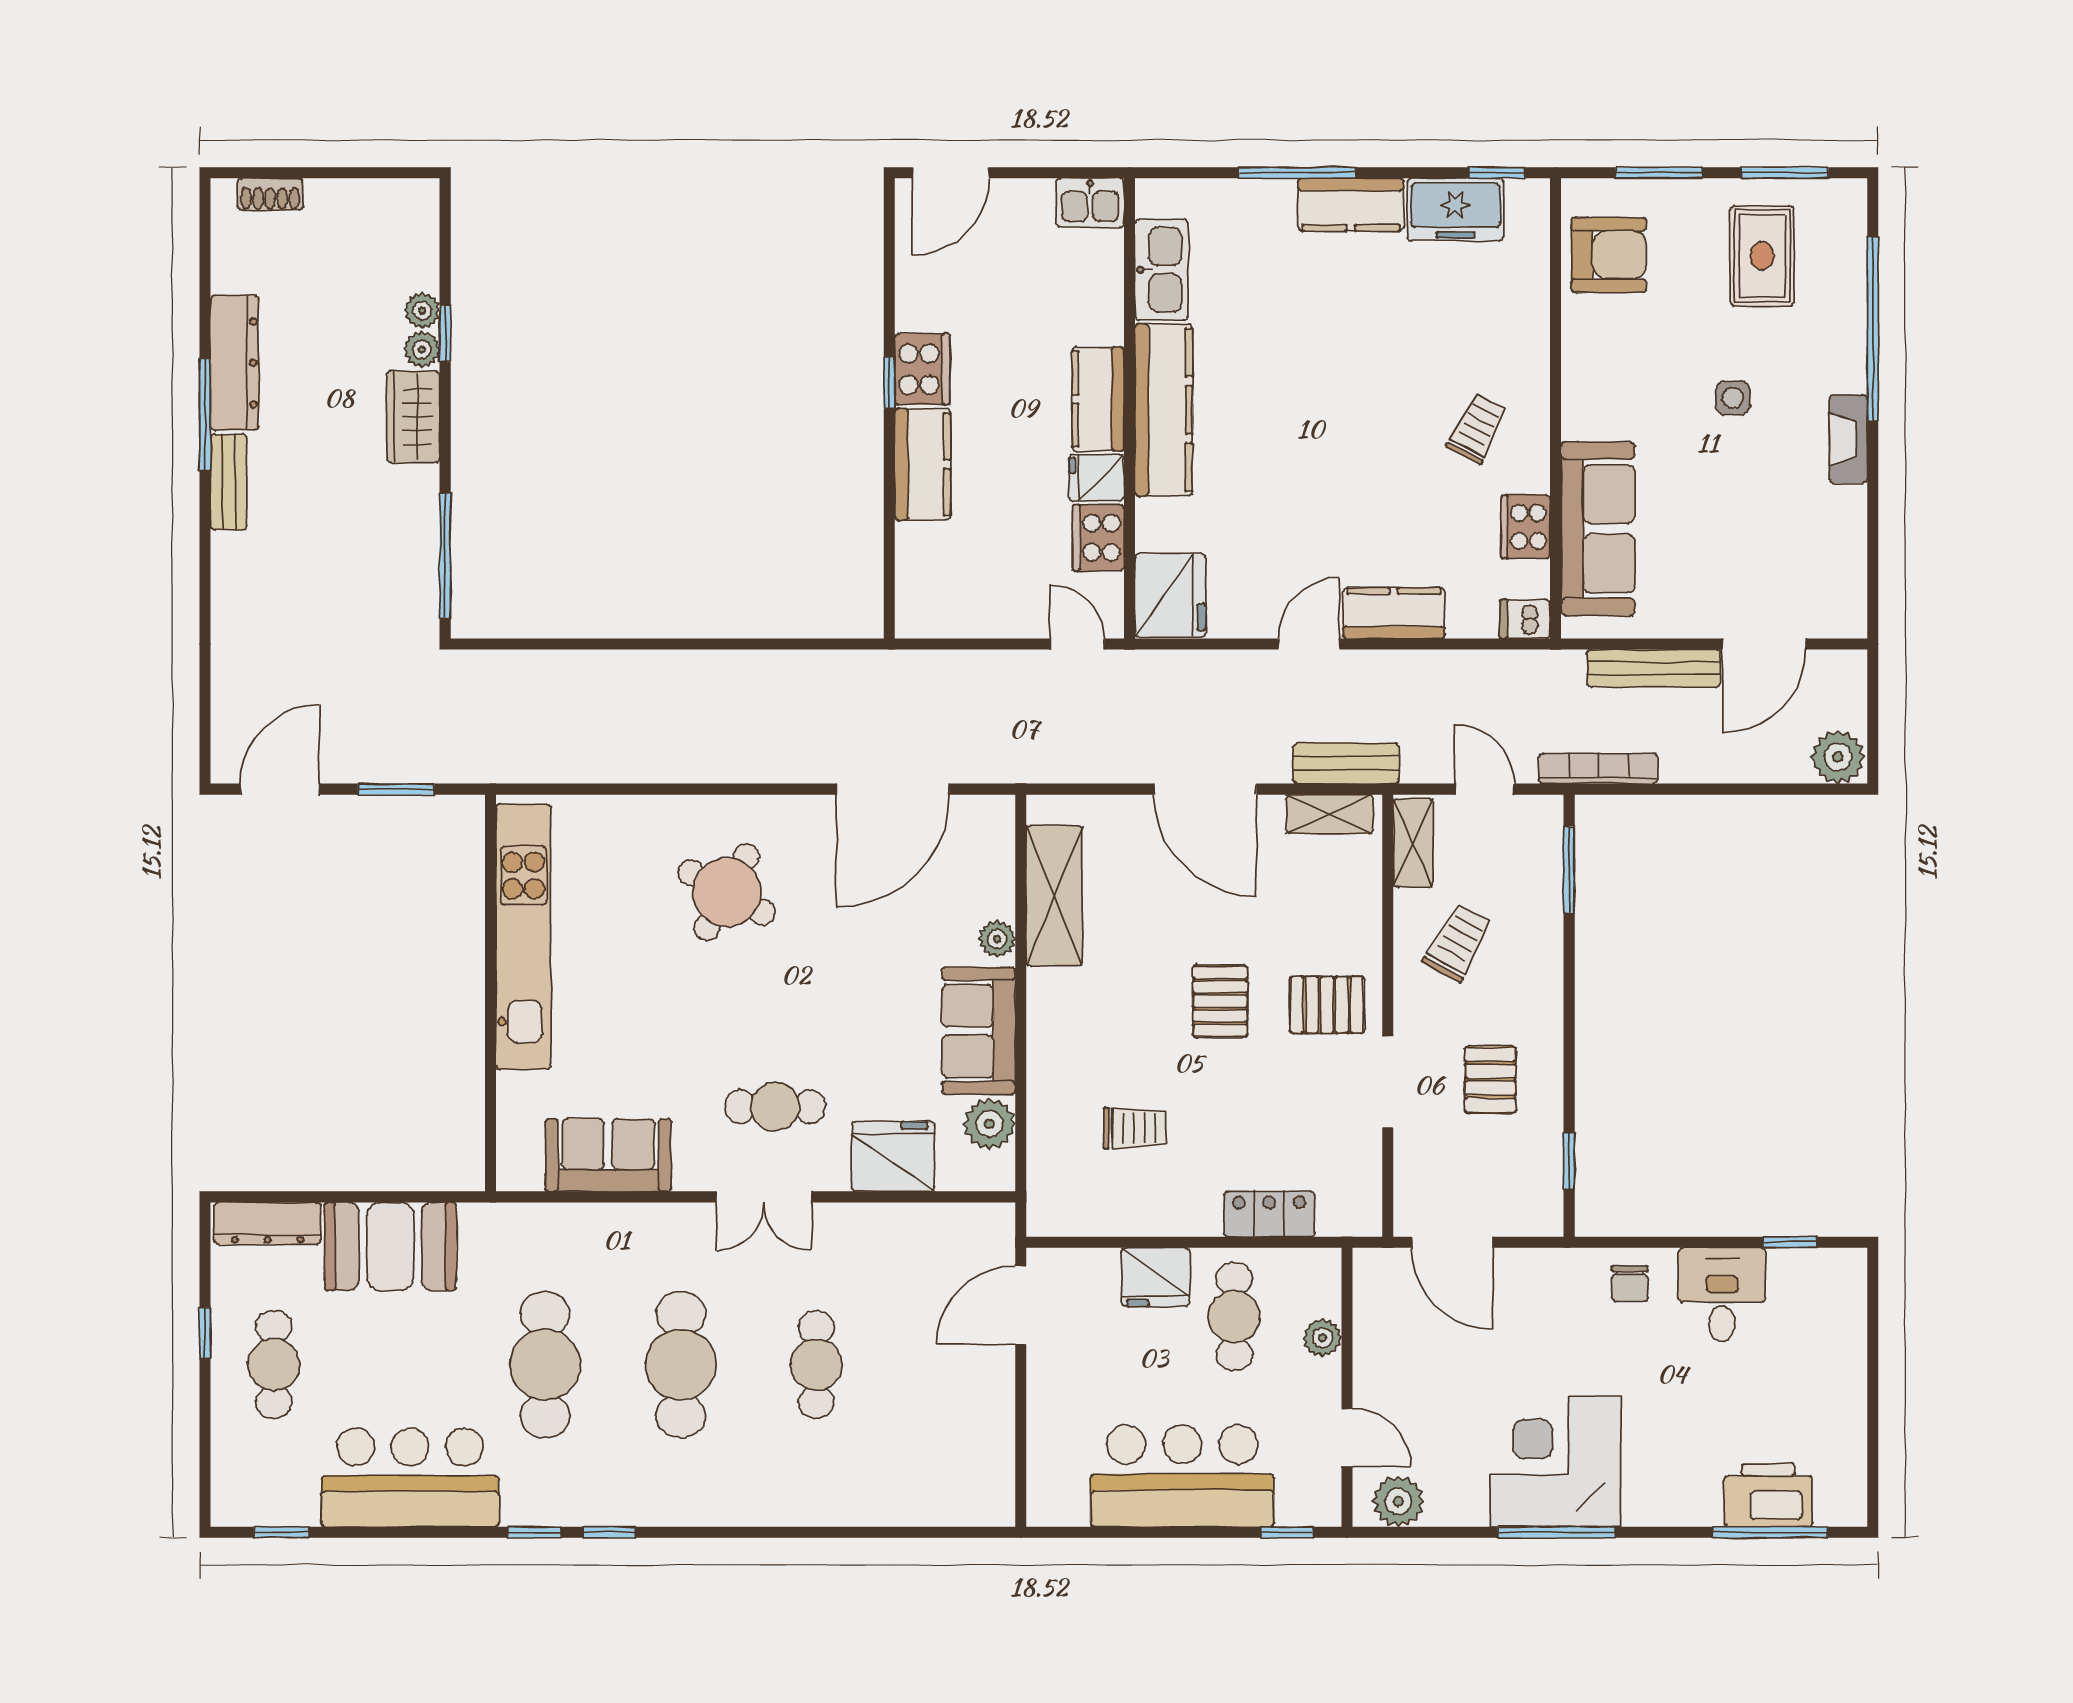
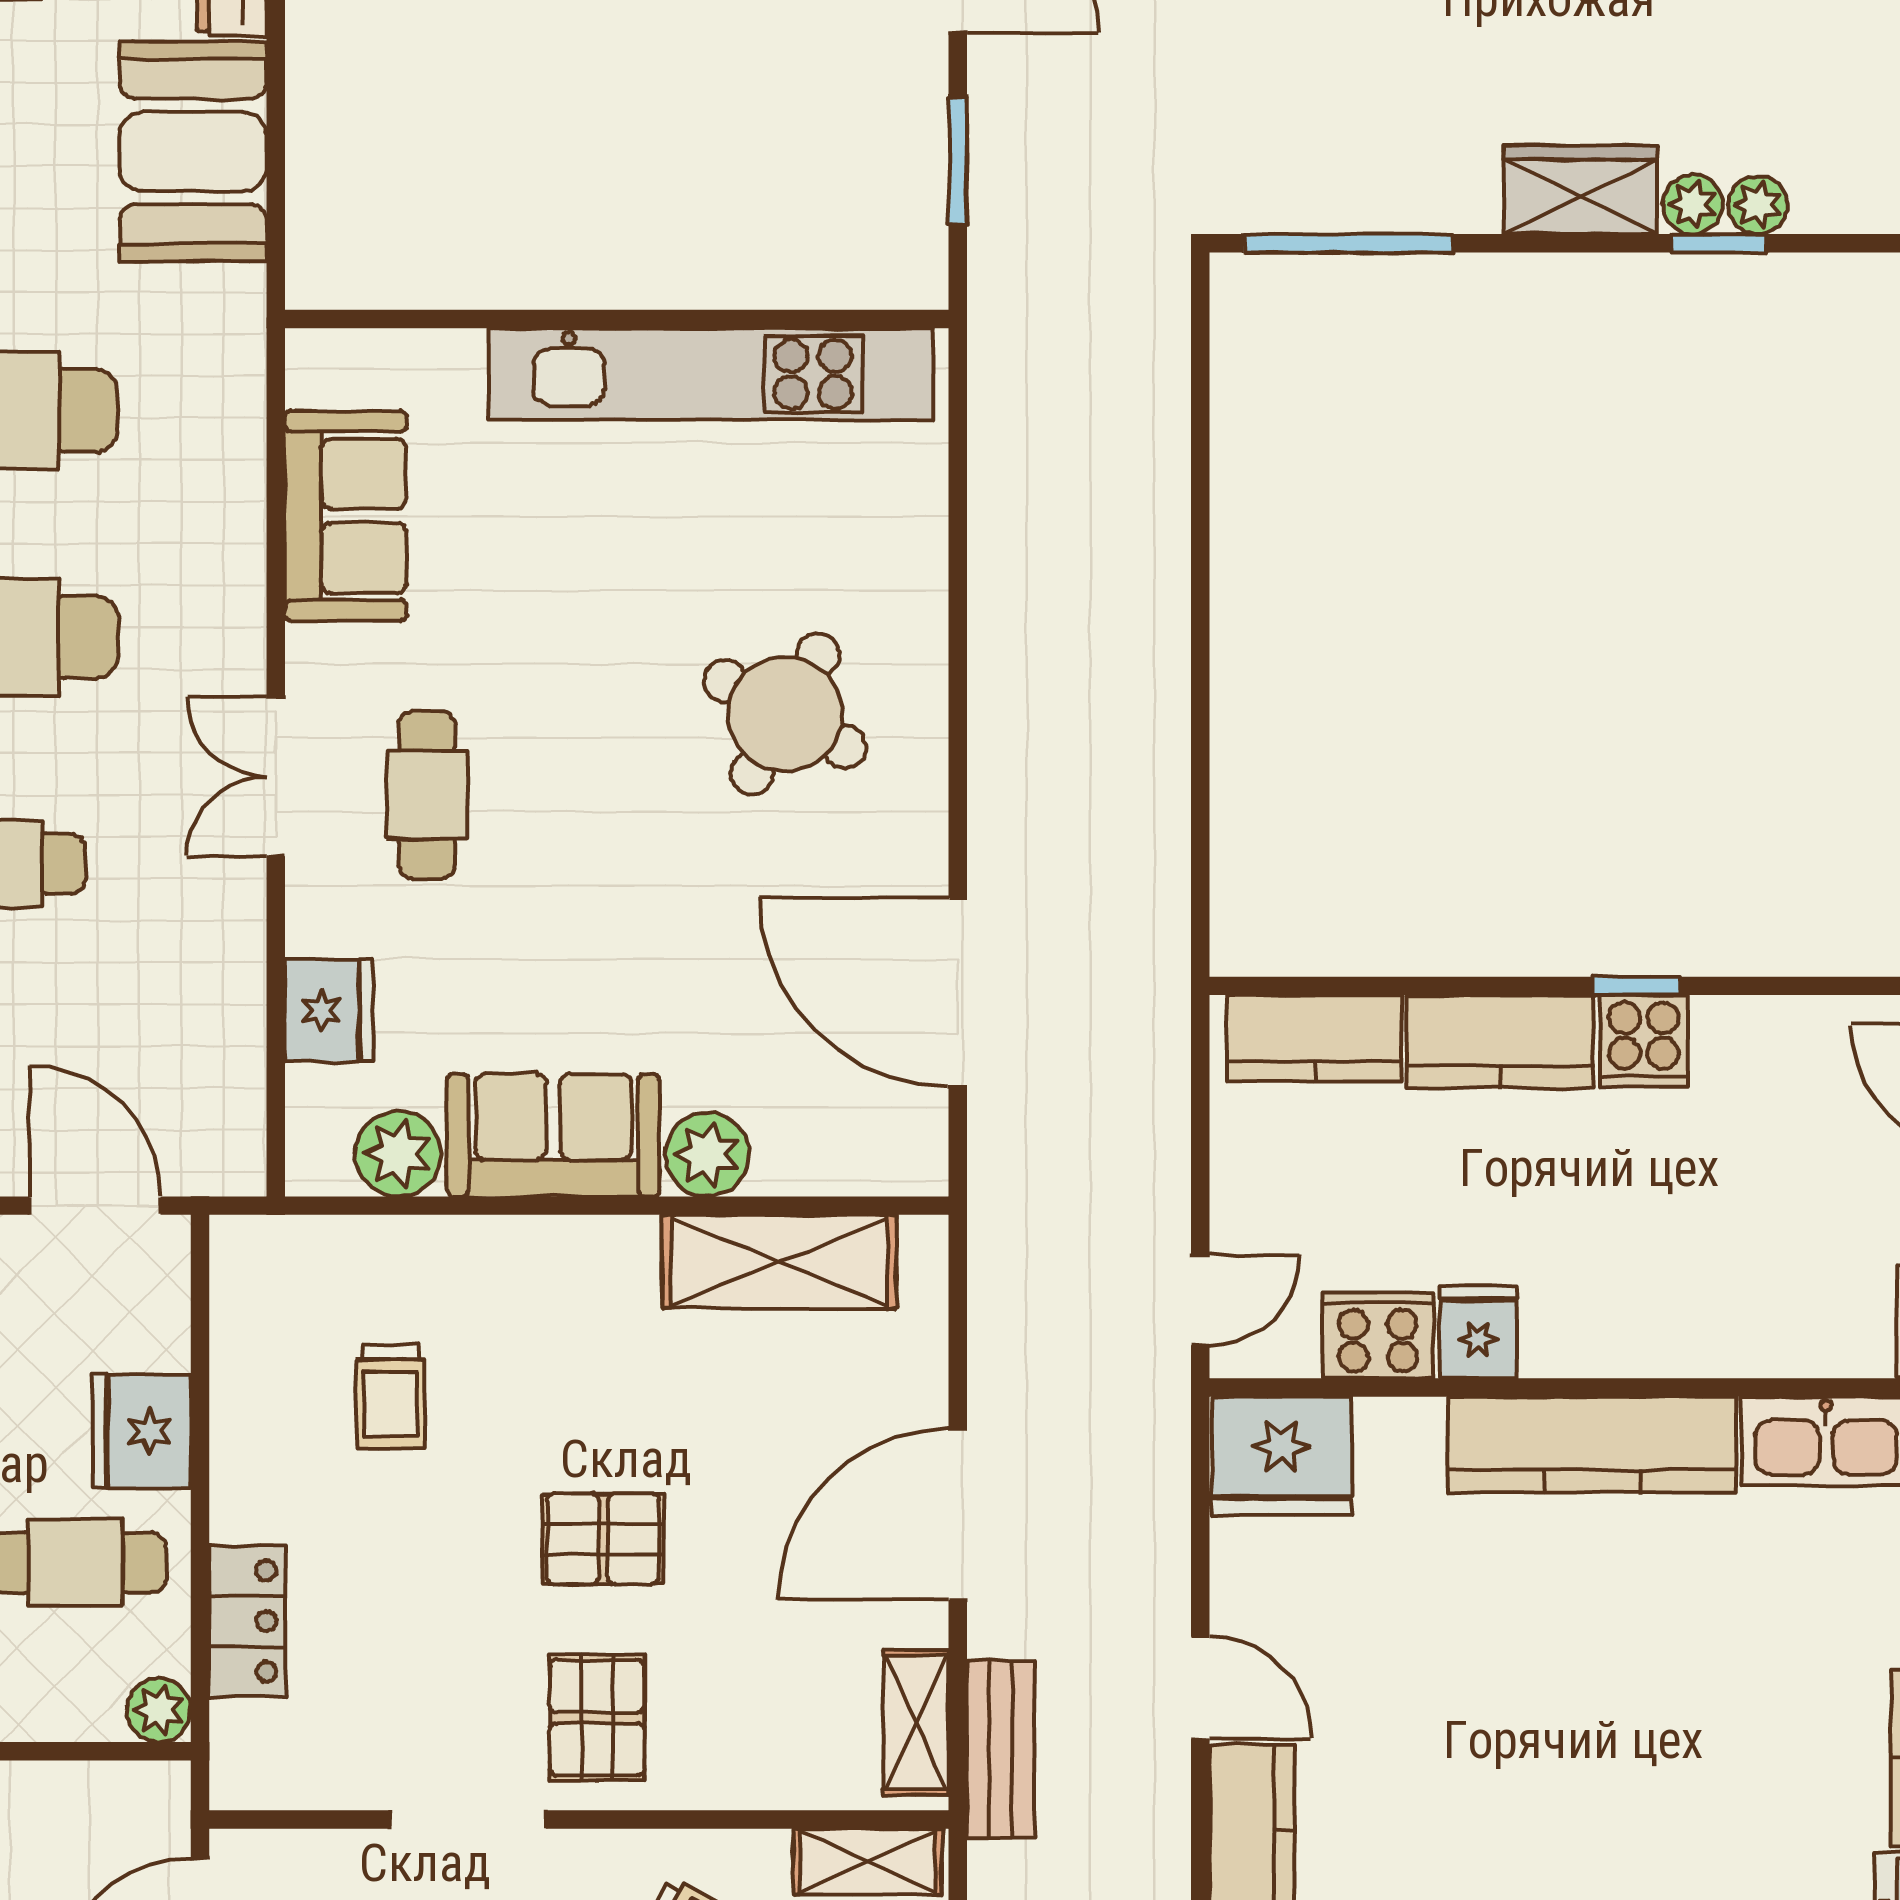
cooker: (922, 369) -> (1644, 1041), width x0.73
kitchen counter: (1098, 399) -> (1314, 1038), moved, turned 180
plant: (997, 939) -> (707, 1155), width x1.38, depth x1.38
fridge: (893, 1156) -> (329, 1010), width x0.73, depth x0.75
plant: (1322, 1338) -> (159, 1710), moved

